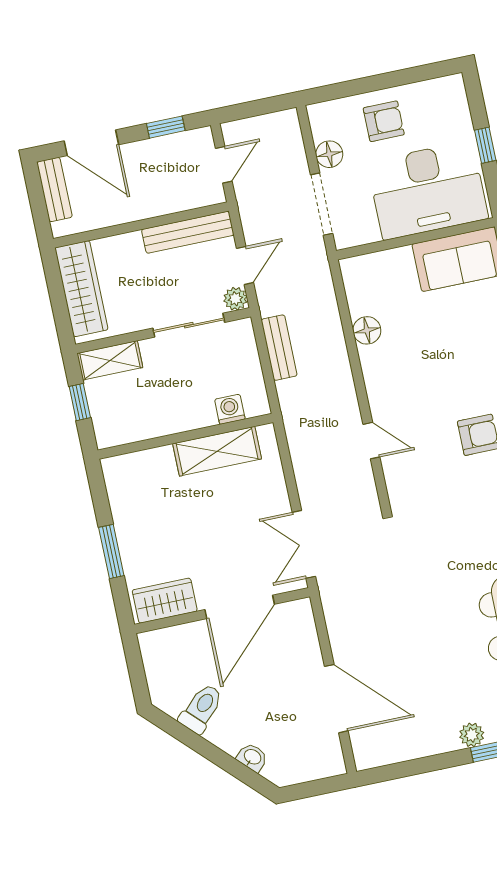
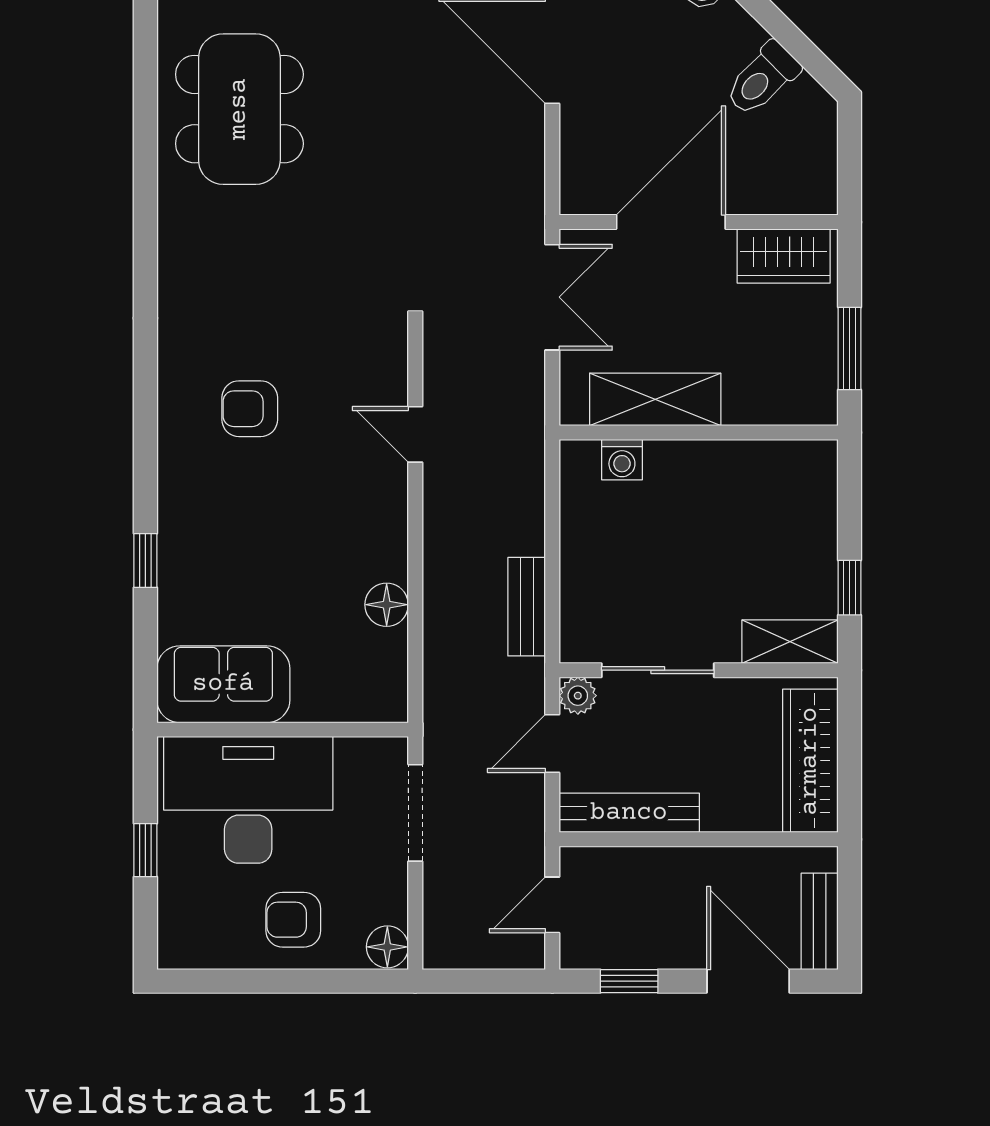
floor lamp: (329, 154) -> (387, 947), moved
washing machine: (230, 409) -> (622, 460), moved
wall: (186, 436) -> (699, 432), moved
shelving: (217, 451) -> (655, 399), moved

